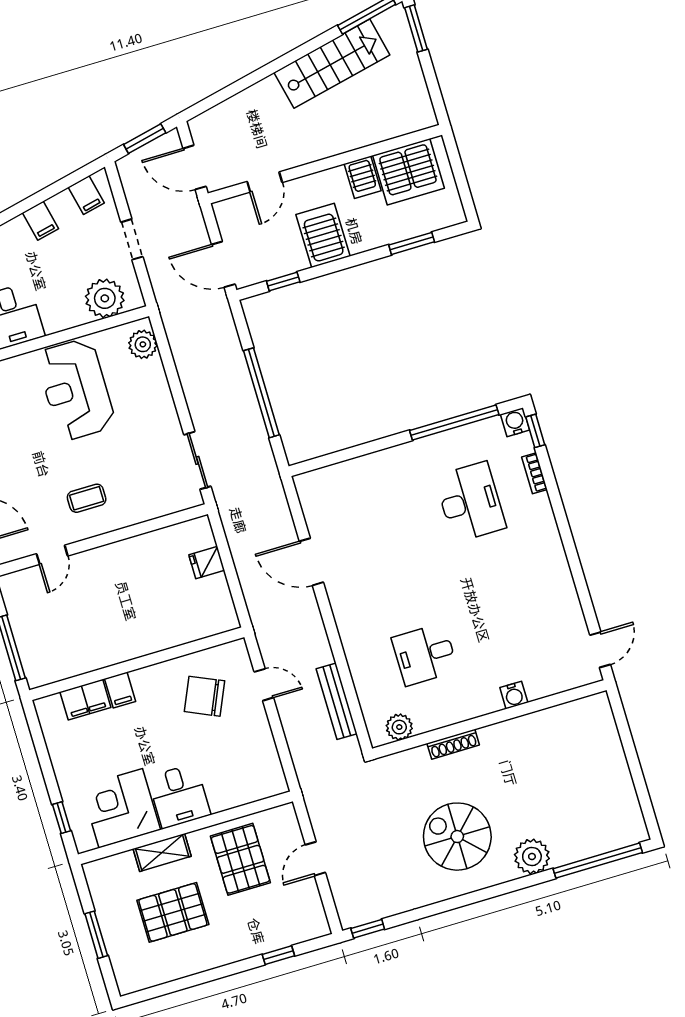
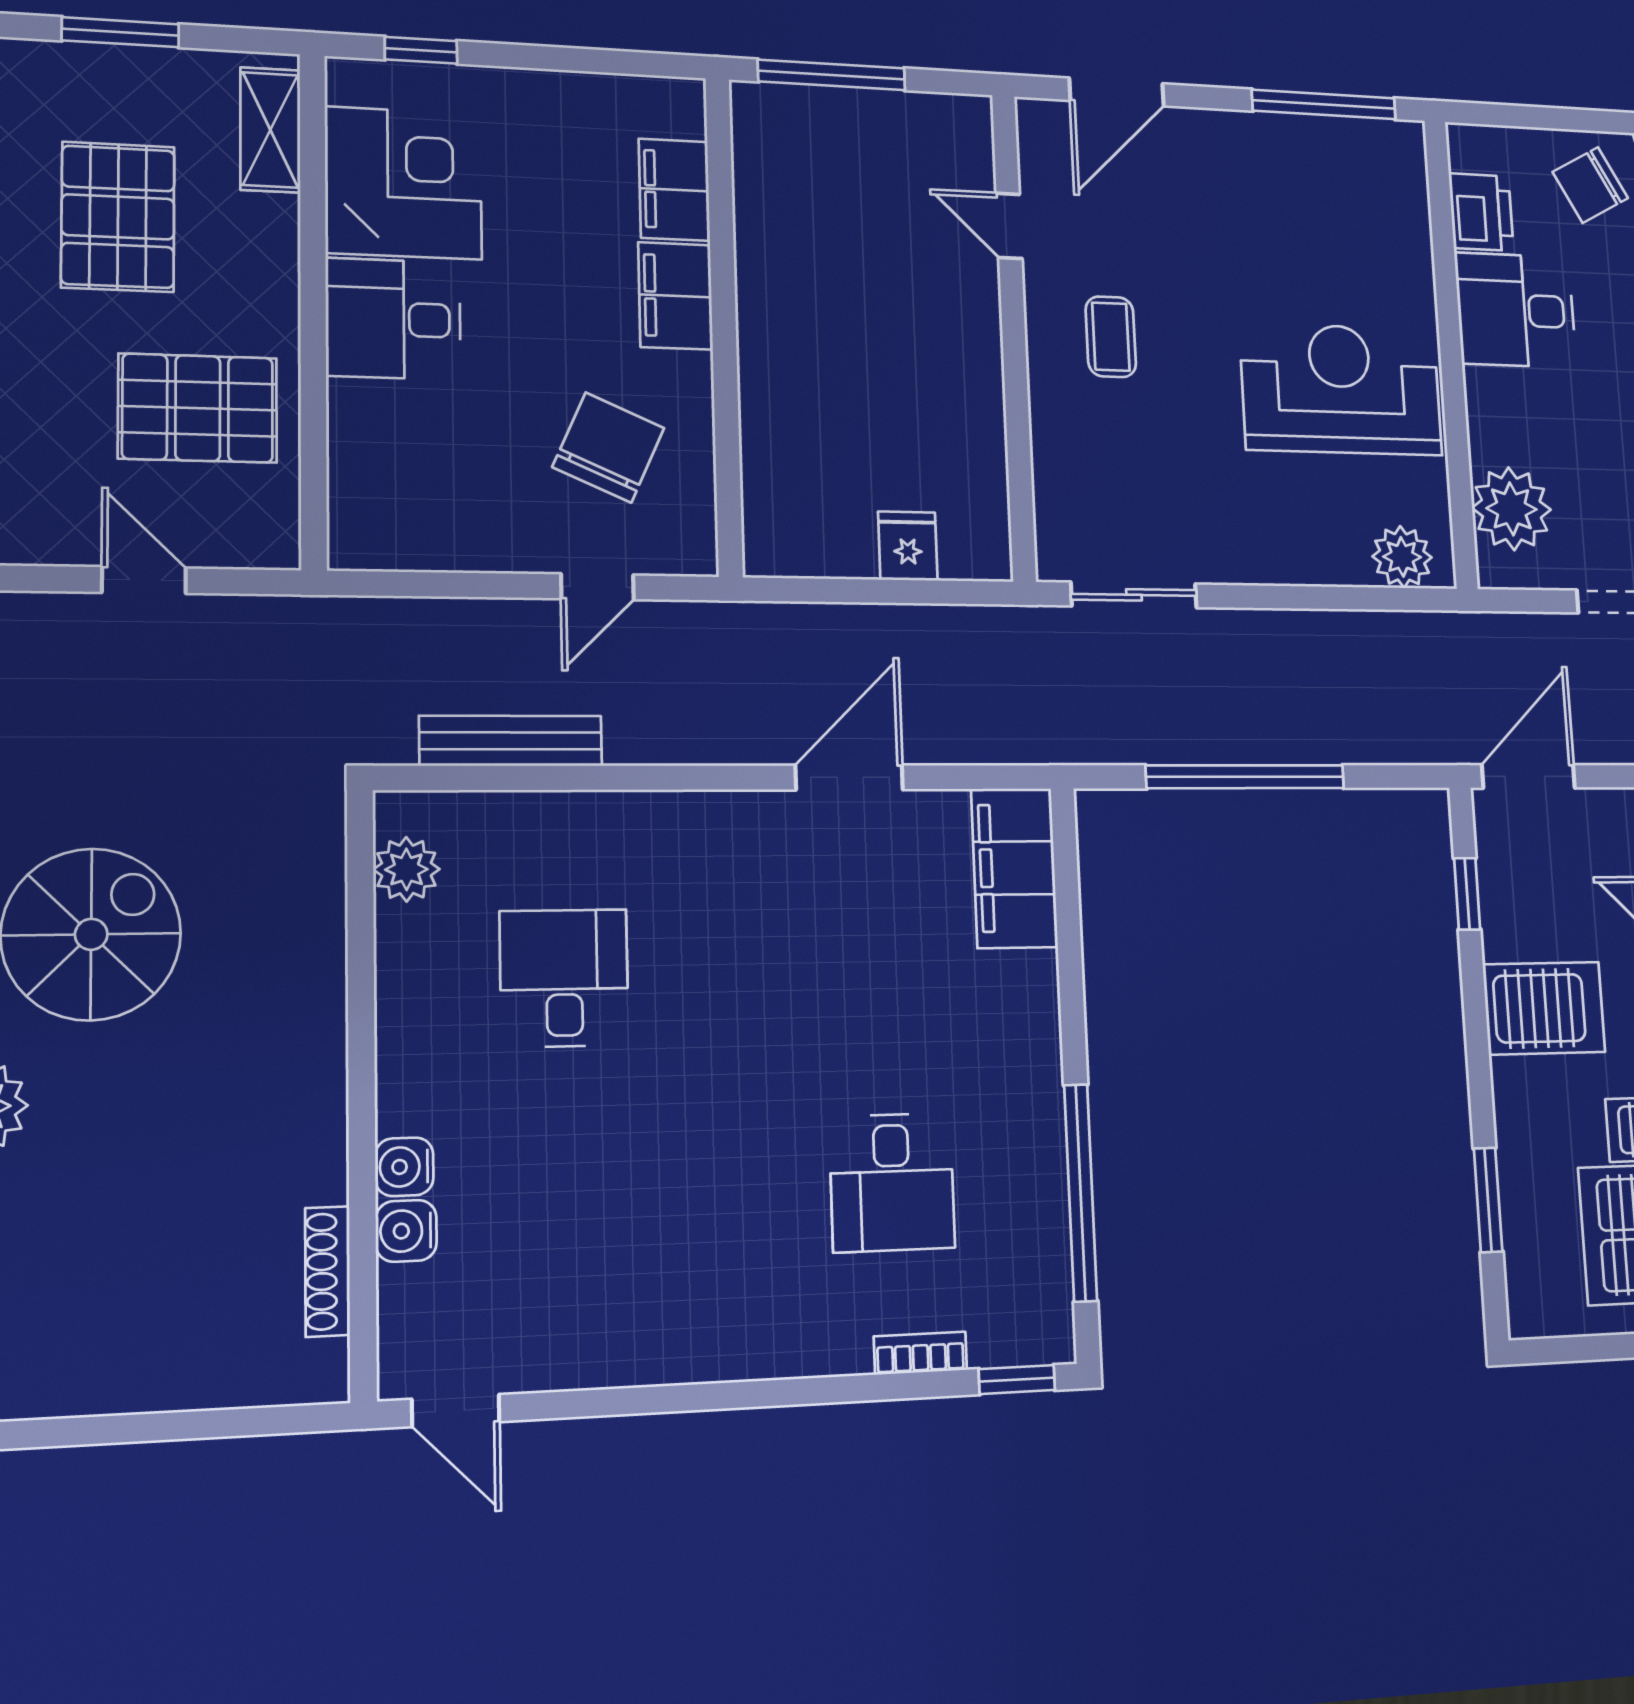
water cooler: (515, 422) -> (406, 1231), moved, turned 180
filing cabinet: (329, 483) -> (1014, 868), added
desk: (470, 502) -> (892, 1182), width x0.73
filing cabinet: (120, 690) -> (675, 296), width x2.00
shoe rack: (453, 744) -> (328, 1271), moved
shelving: (162, 852) -> (270, 130), moved

